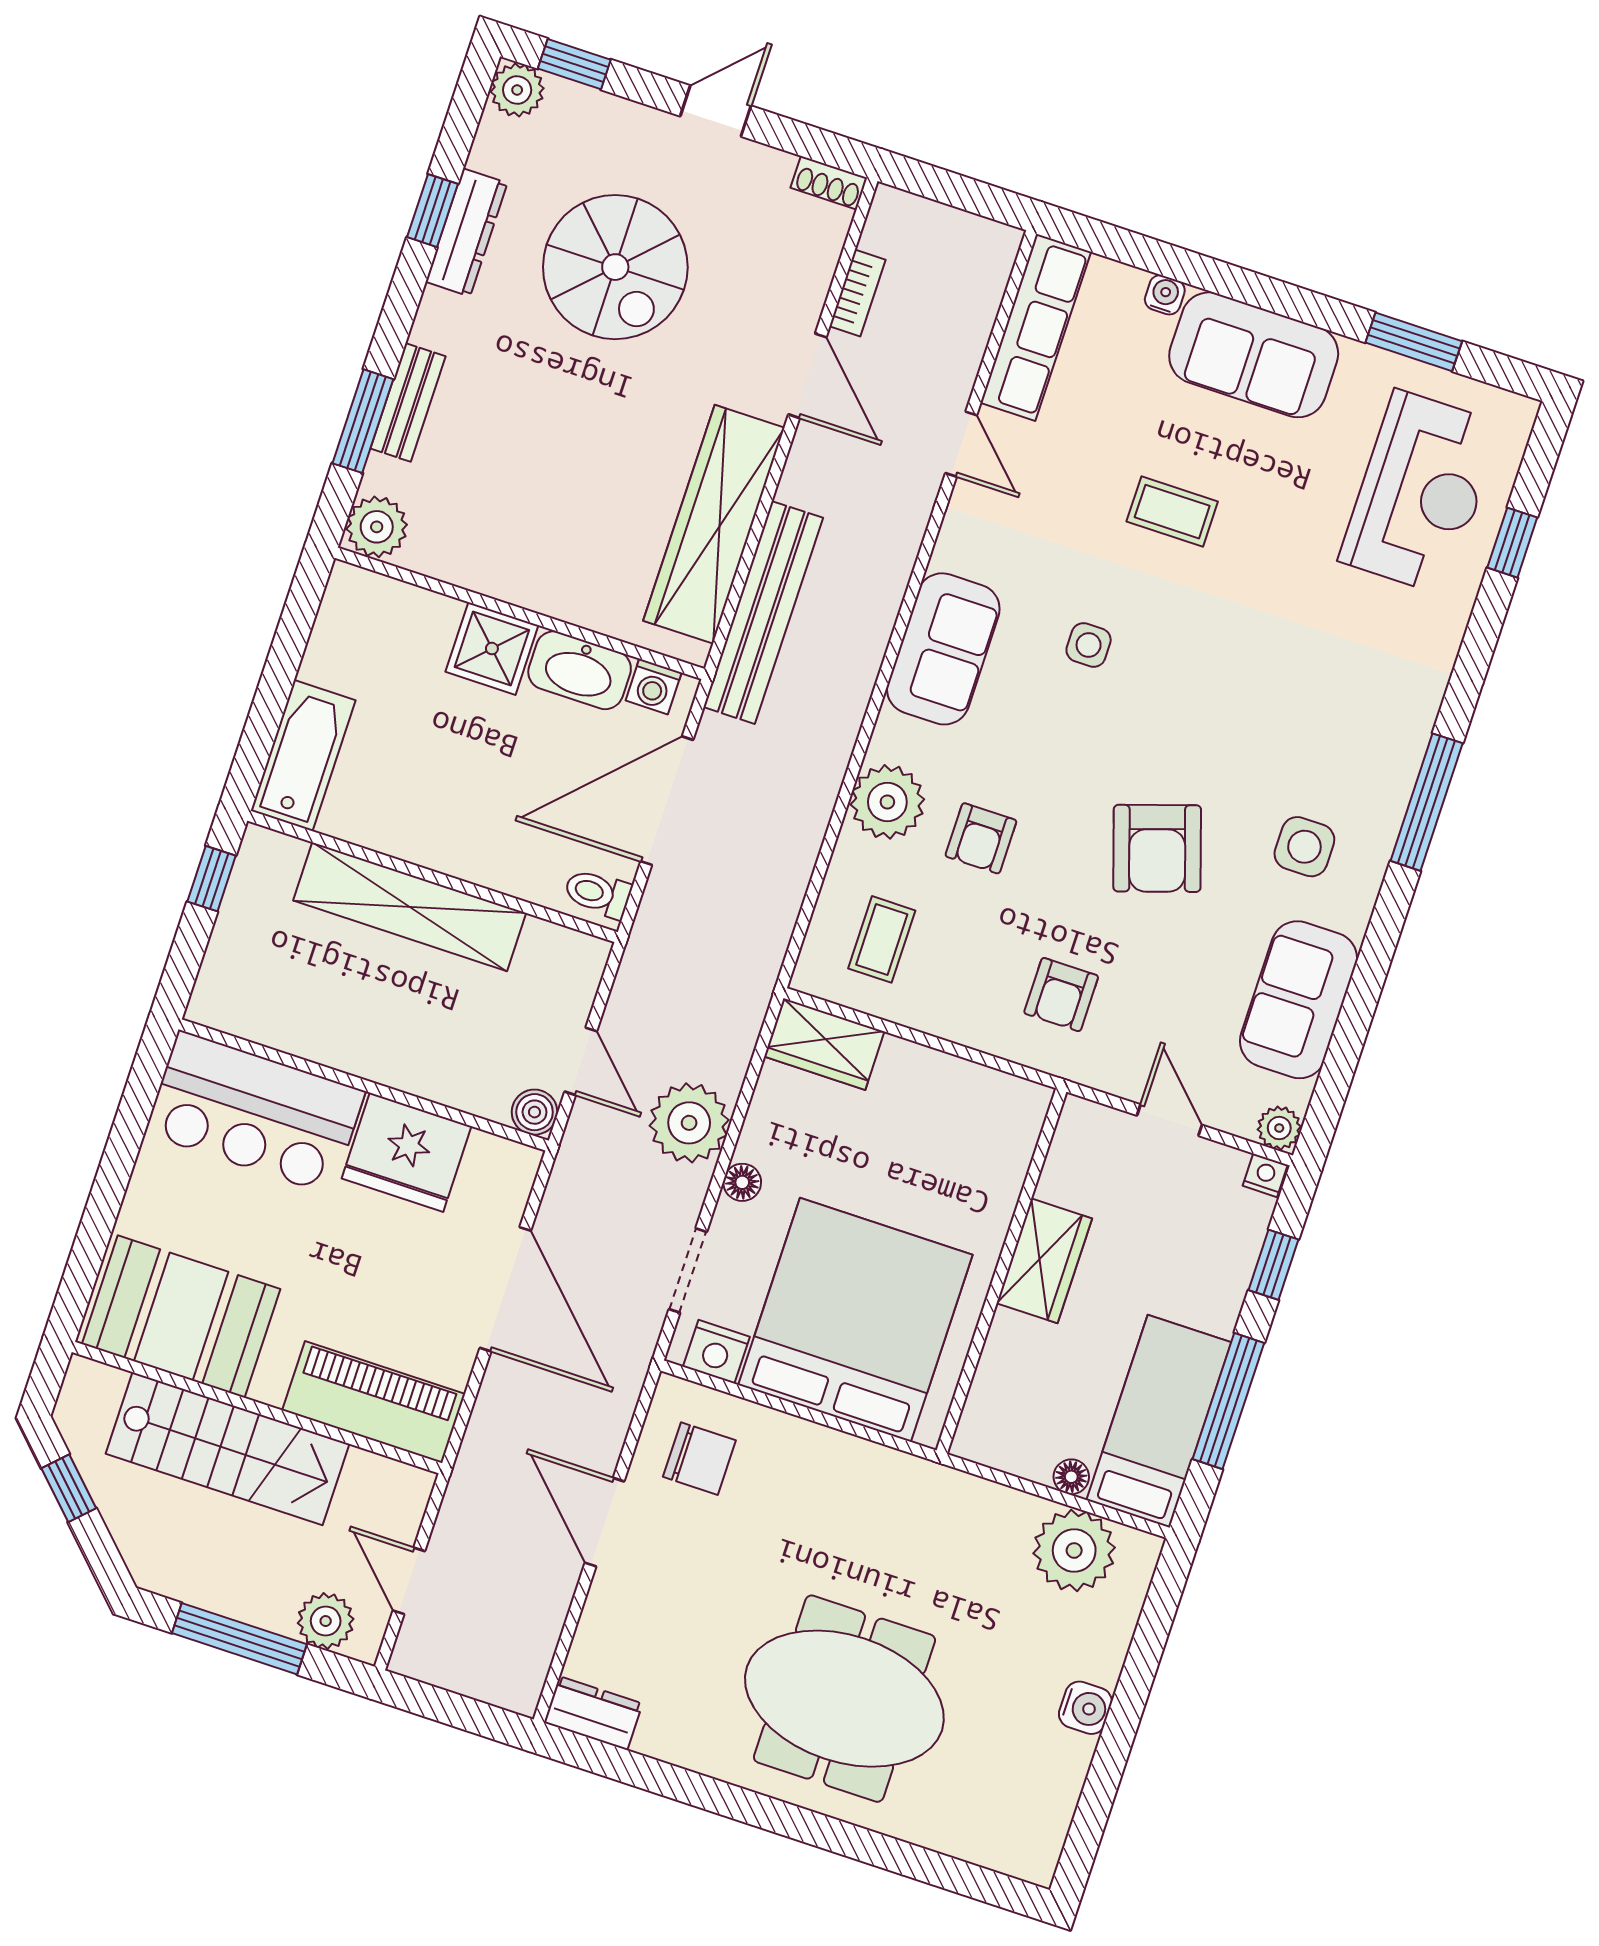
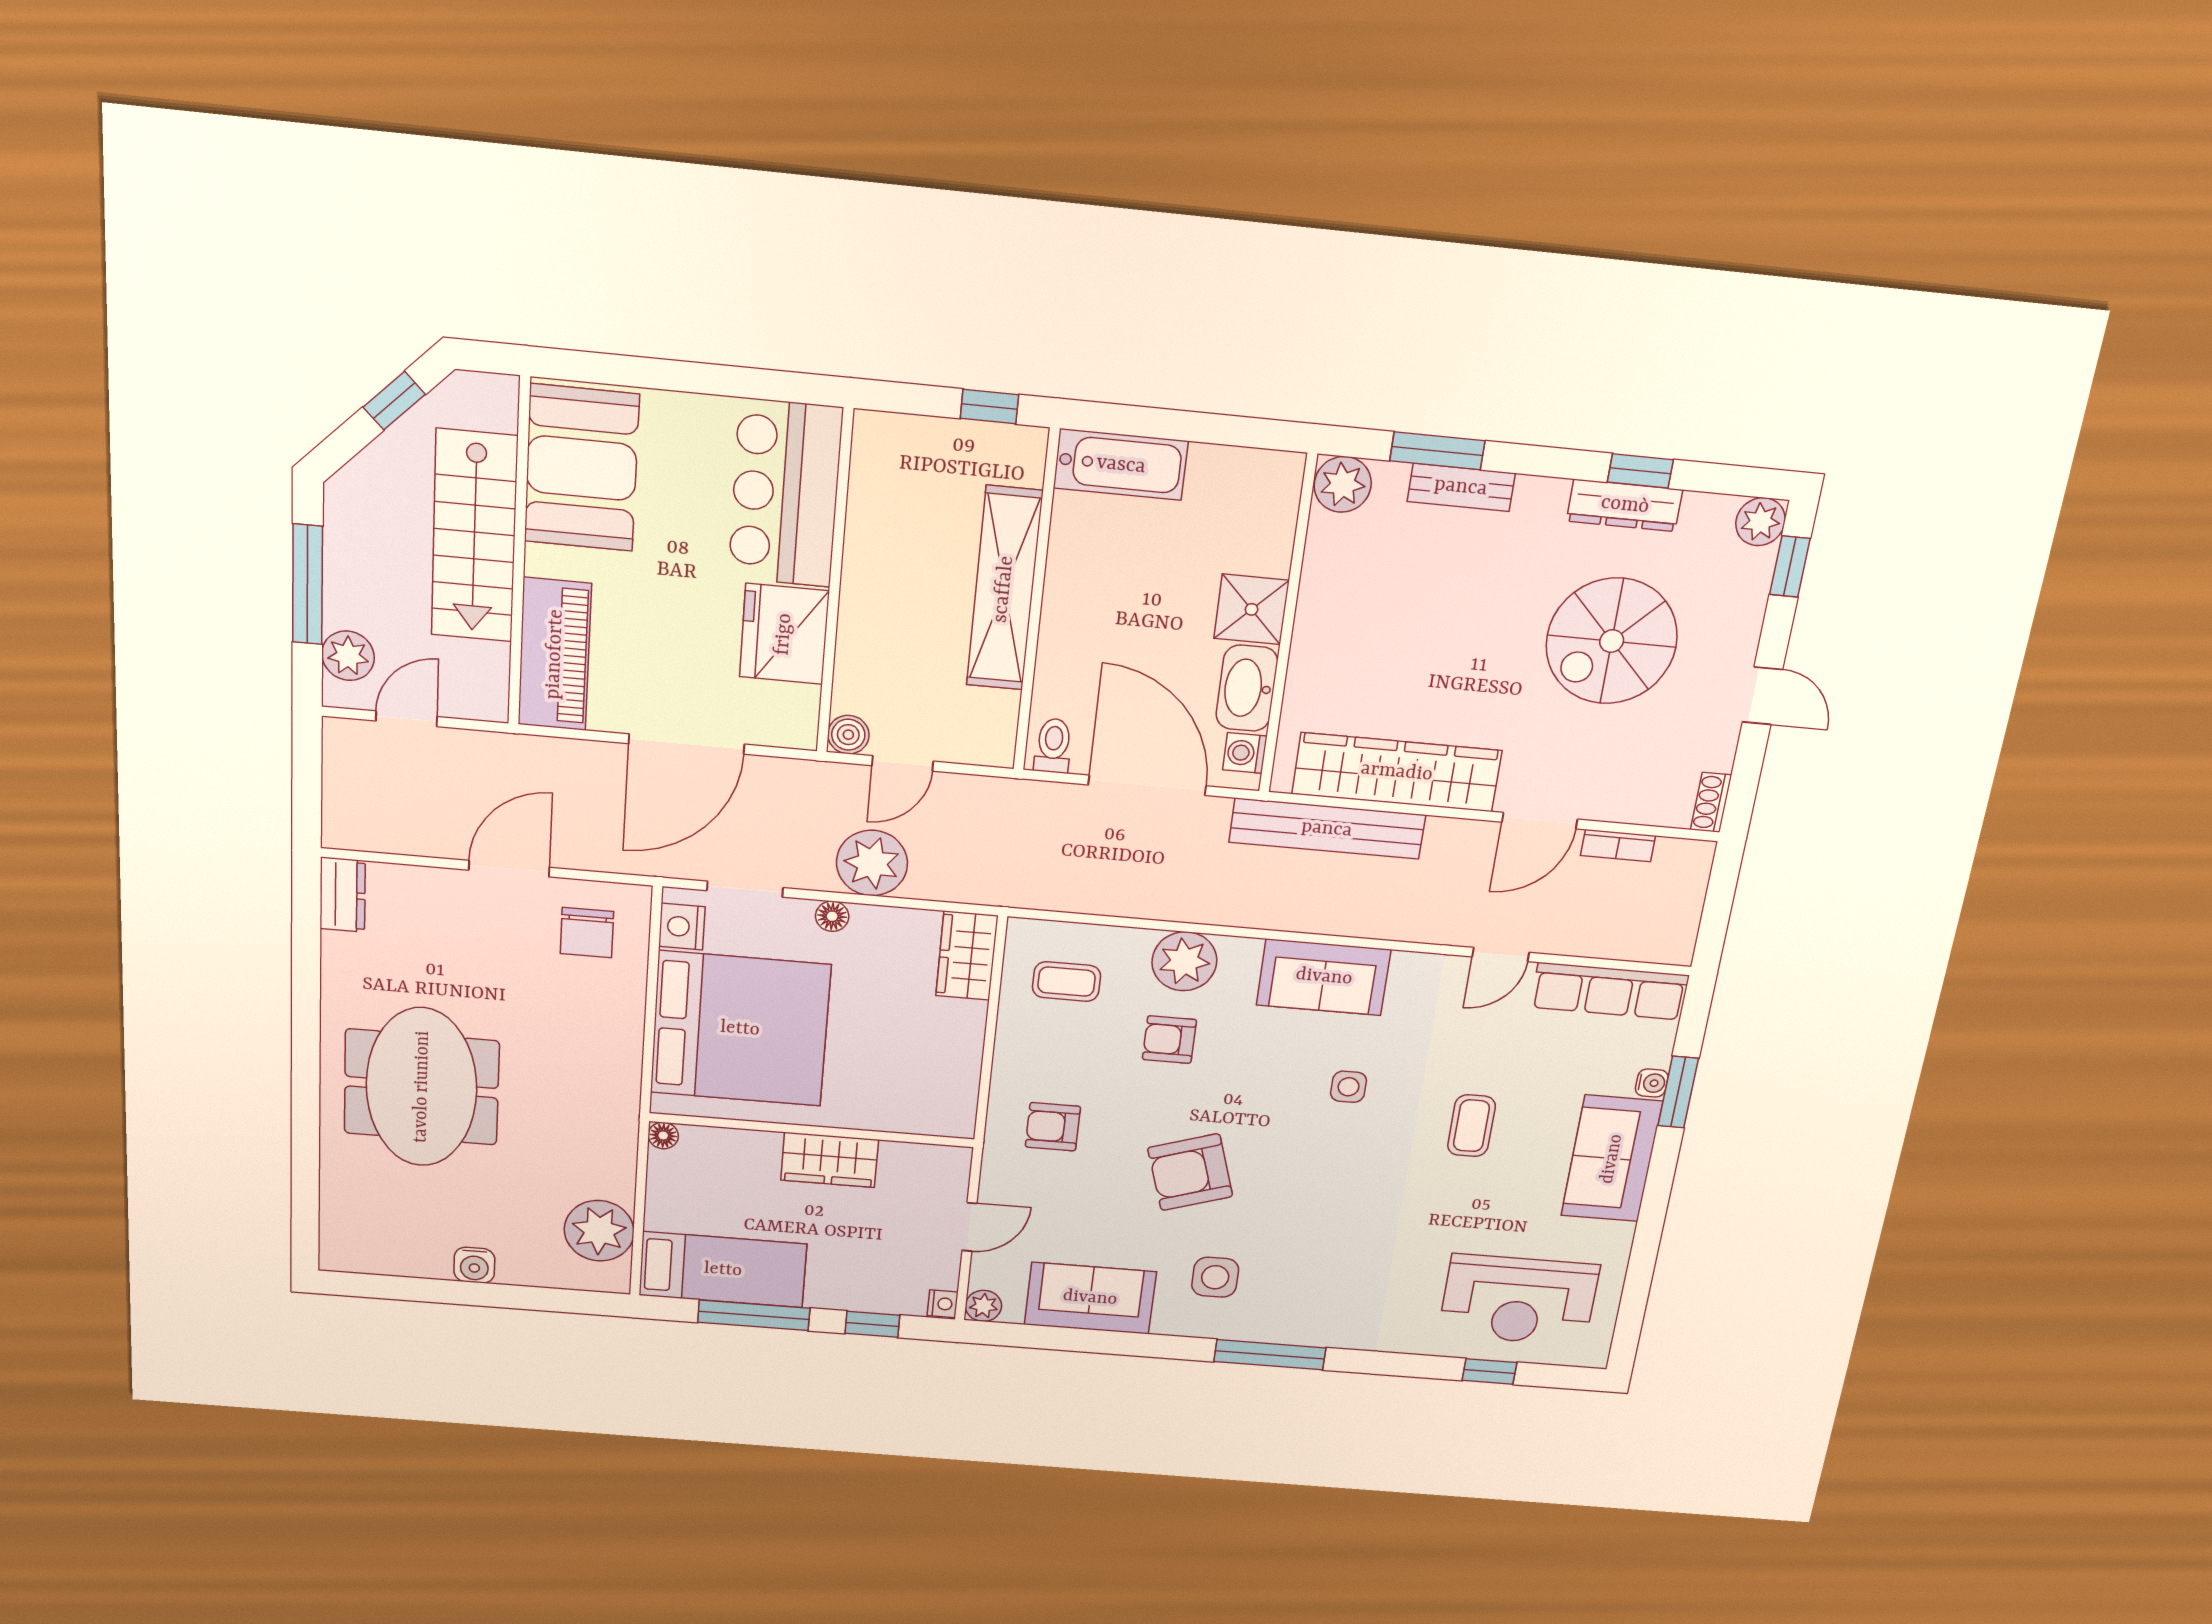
window: (1414, 342) -> (1678, 1092), moved
floor lamp: (1071, 1477) -> (663, 1136), moved

